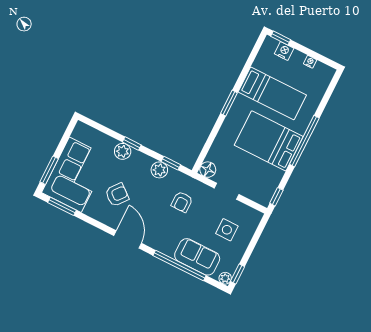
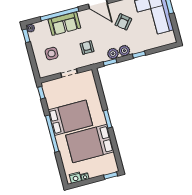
nightstand: (284, 51) -> (75, 178), moved
bed: (272, 93) -> (90, 144), width x1.50
plant: (123, 151) -> (124, 51), moved
floor lamp: (208, 170) -> (88, 76), removed
sofa: (197, 257) -> (64, 24), moved

